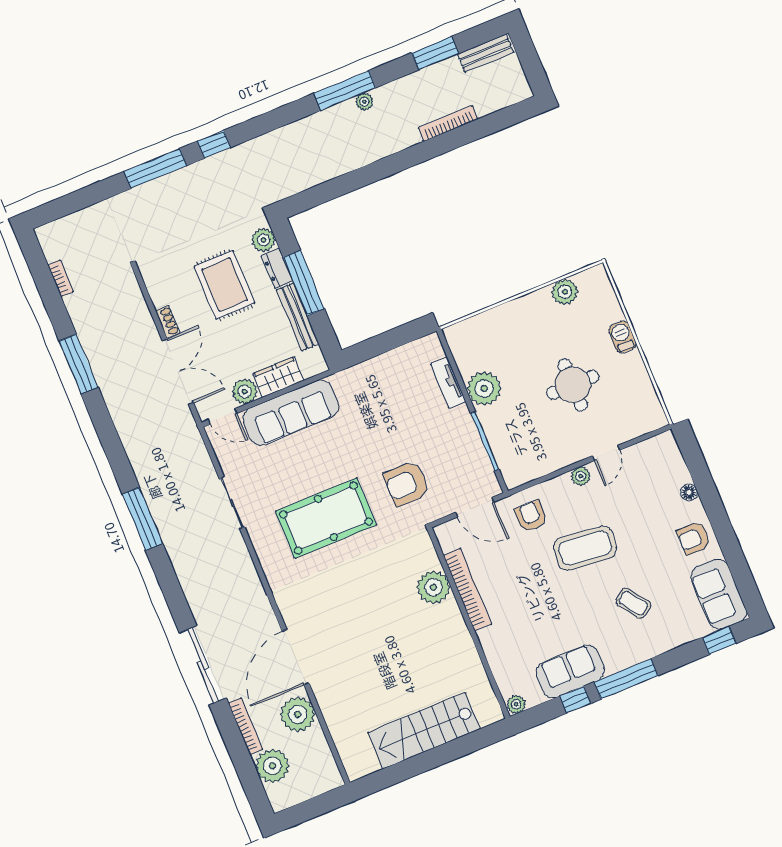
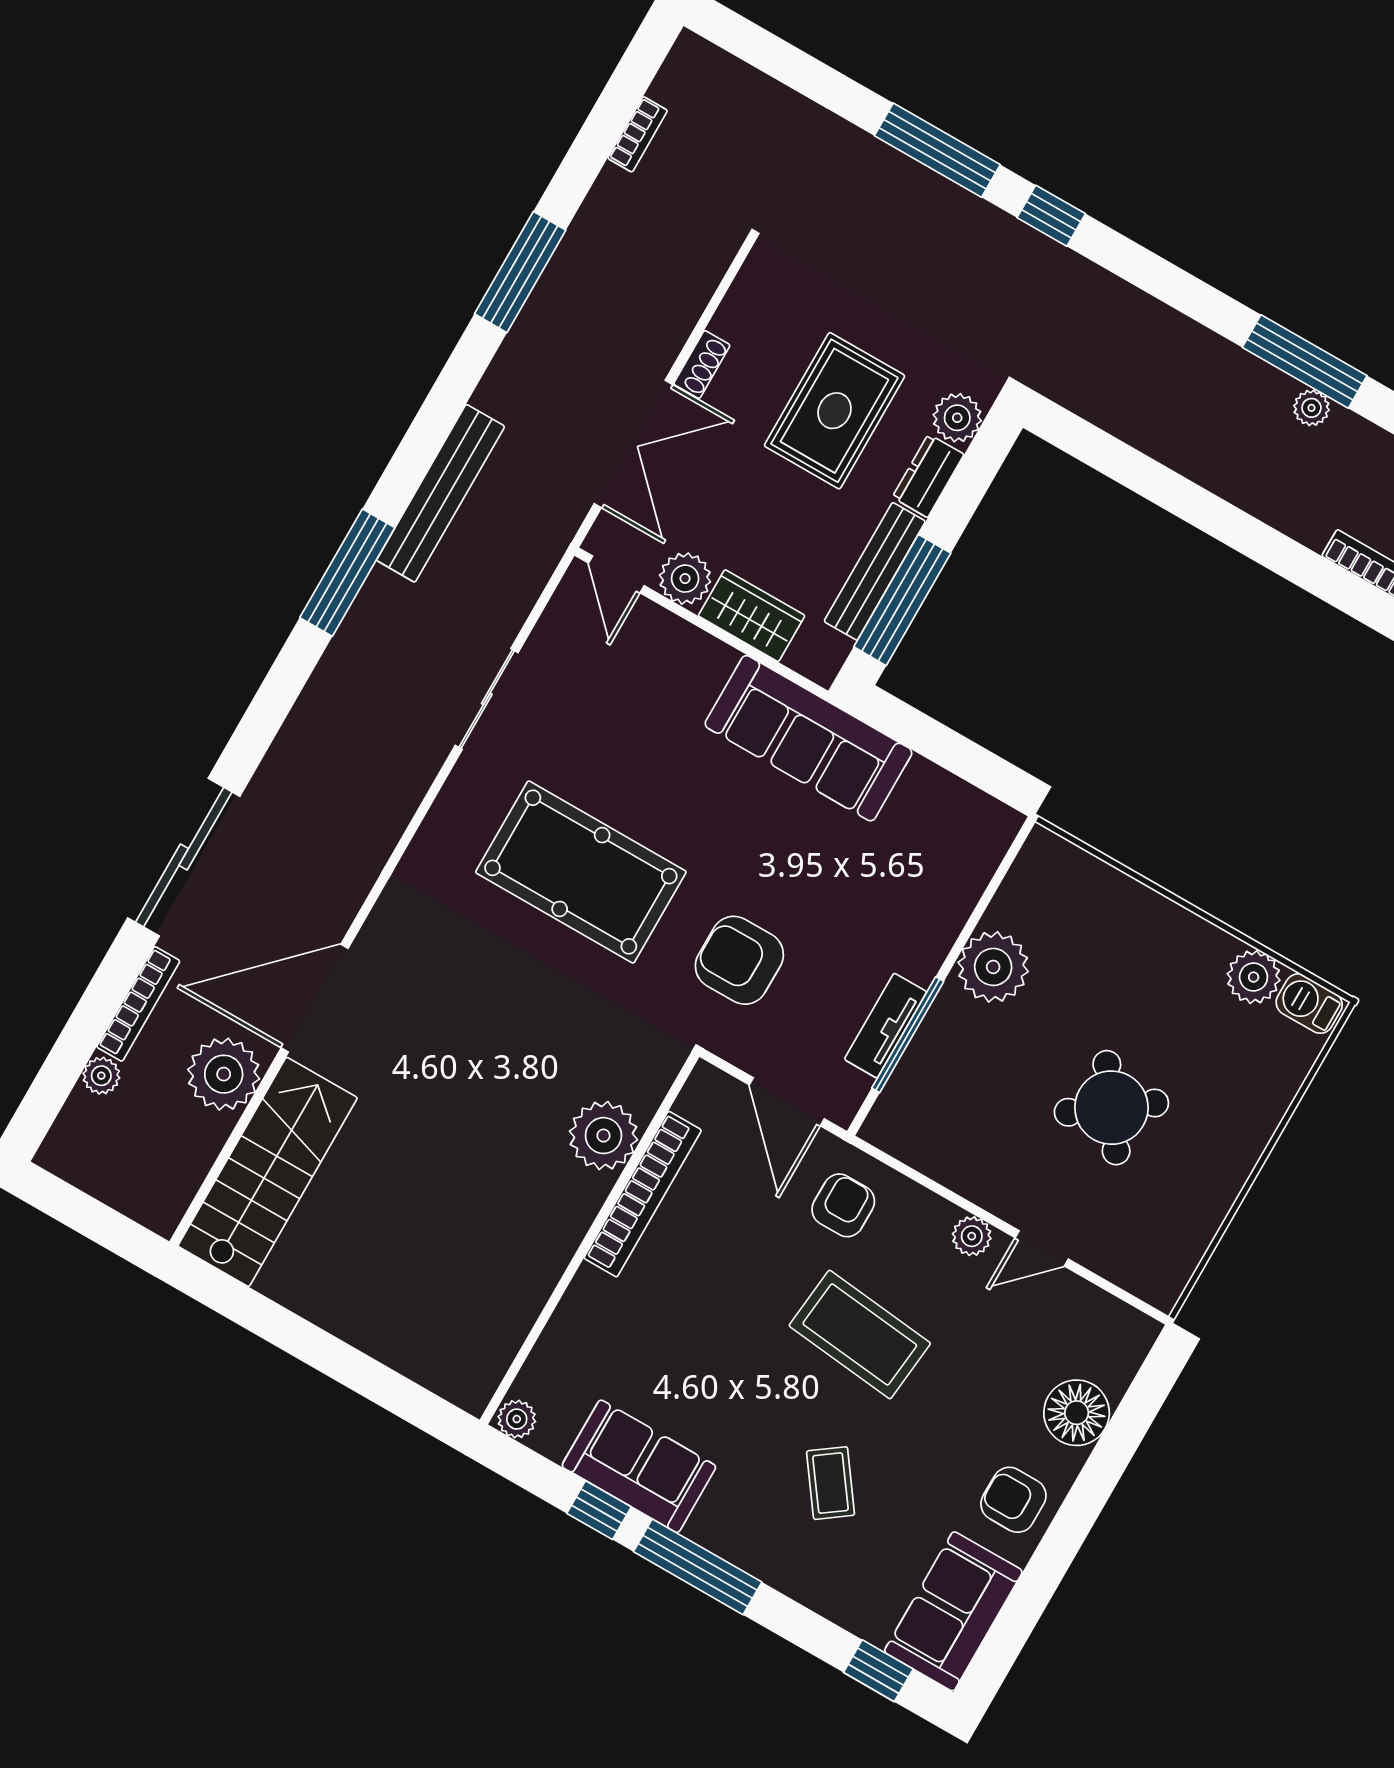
window: (304, 283) -> (902, 600), moved
barbecue: (622, 337) -> (1309, 1004), moved, turned -90
tv unit: (448, 383) -> (886, 1026), moved
round table: (573, 385) -> (1111, 1108), turned -36
sofa: (291, 413) -> (808, 738), moved
bench: (140, 460) -> (441, 493), added
floor lamp: (689, 492) -> (1077, 1413), width x1.89, depth x1.89
stairs: (424, 731) -> (268, 1172), moved, turned 90
plant: (272, 766) -> (101, 1076), width x0.53, depth x0.53

